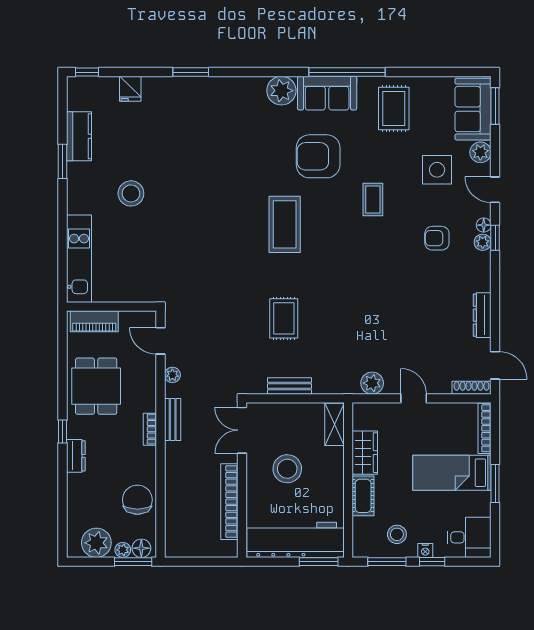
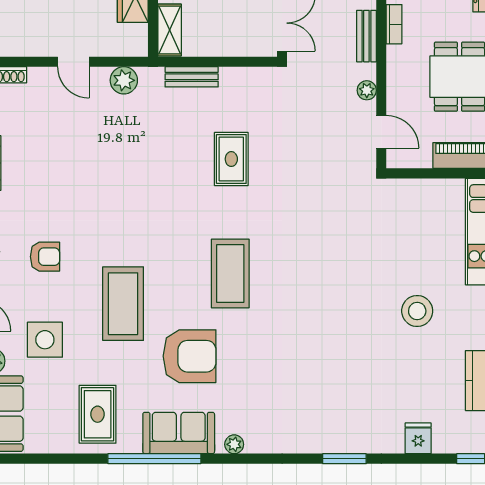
plant: (281, 91) -> (234, 444), width x0.53, depth x0.53
coffee table: (373, 199) -> (123, 304), width x1.86, depth x1.72
bench: (289, 386) -> (192, 77), moved

